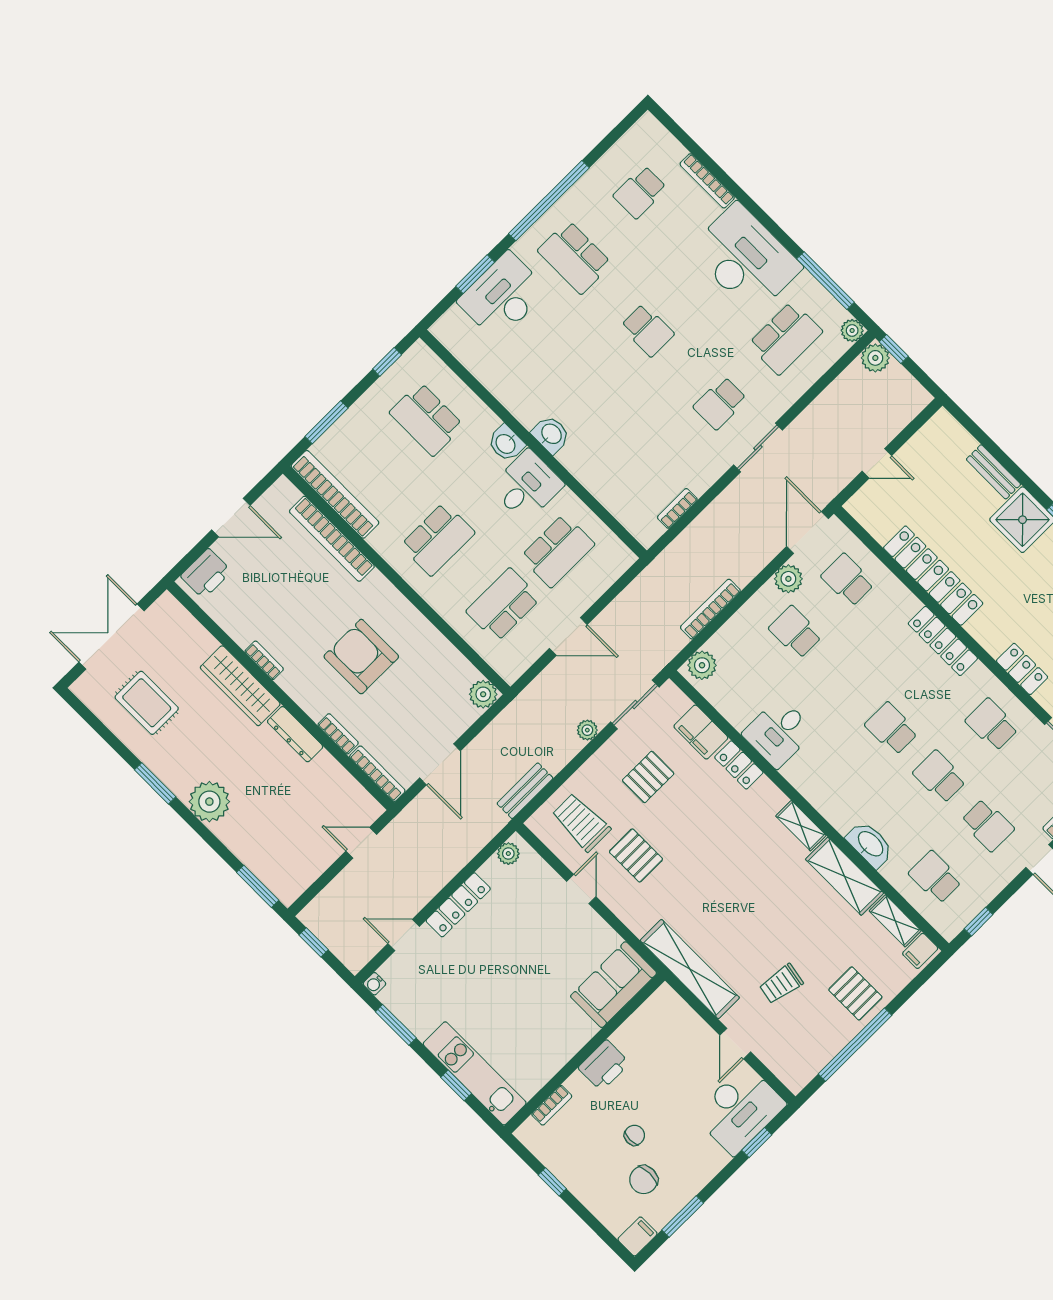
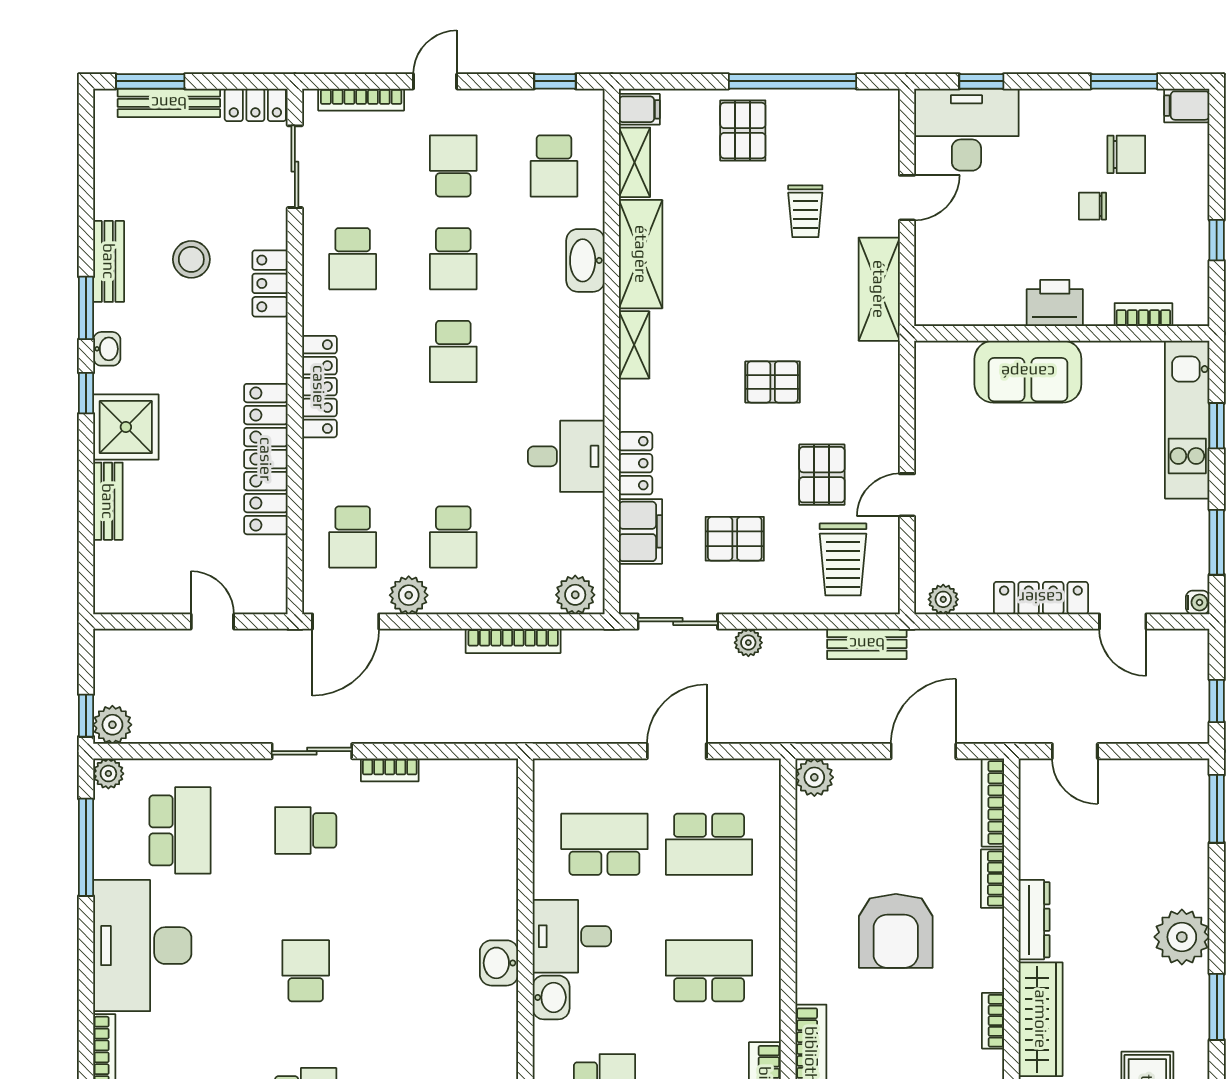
school desk: (785, 338) -> (180, 830), turned 90
school desk: (720, 403) -> (306, 830), turned 180
bookcase: (677, 508) -> (390, 770), moved
door: (568, 637) -> (677, 751), hinge flipped
pallet: (710, 878) -> (773, 382), added
shelving: (690, 969) -> (879, 289), width x0.68
trolley: (781, 984) -> (805, 211), turned 80
sofa: (614, 985) -> (1028, 372), moved

